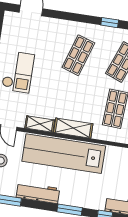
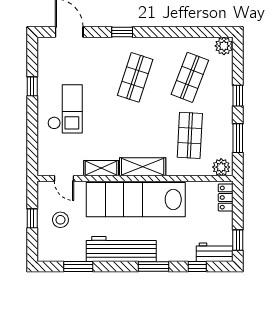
window: (110, 23) -> (122, 32), moved
workbench: (38, 193) -> (121, 249), width x1.36, depth x1.32

